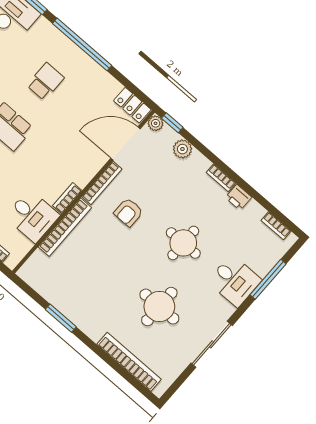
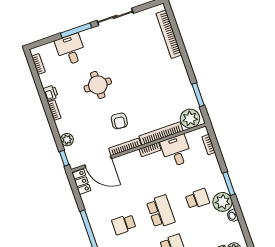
plant: (156, 123) -> (190, 119), moved, width x1.87, depth x1.87
armchair: (128, 212) -> (119, 121), turned 96
window: (268, 279) -> (76, 30), moved
desk: (235, 281) -> (71, 49), moved
round table: (159, 307) -> (133, 56), removed
window: (61, 318) -> (198, 95), moved

